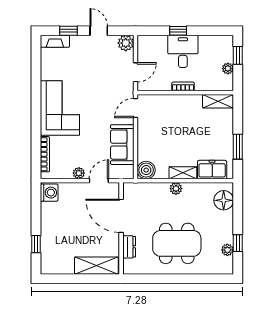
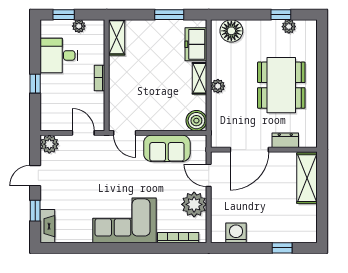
desk: (183, 51) -> (59, 55), moved
plant: (79, 173) -> (194, 204), width x1.87, depth x1.87
washing machine: (49, 193) -> (236, 233), moved

